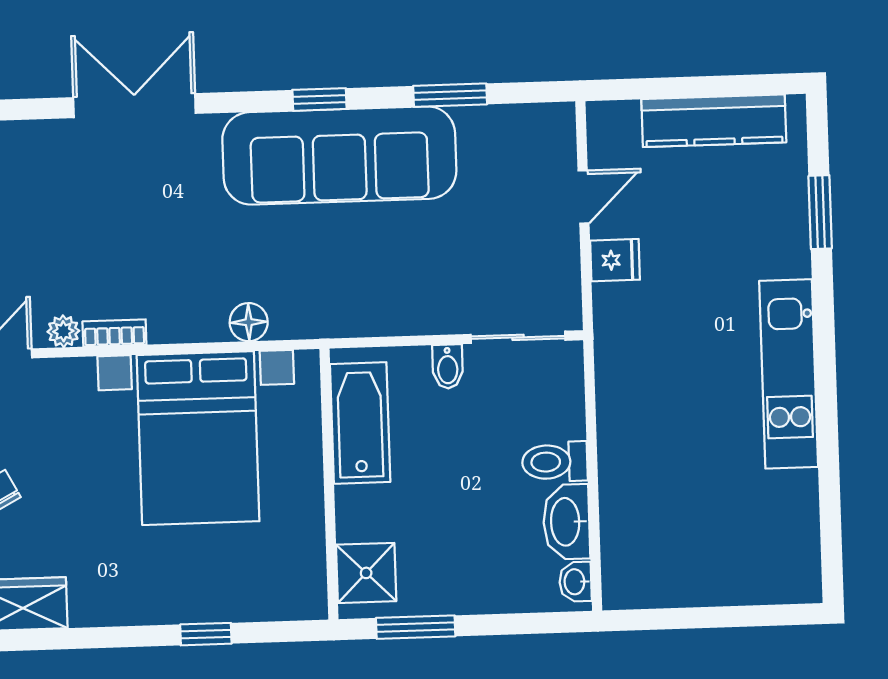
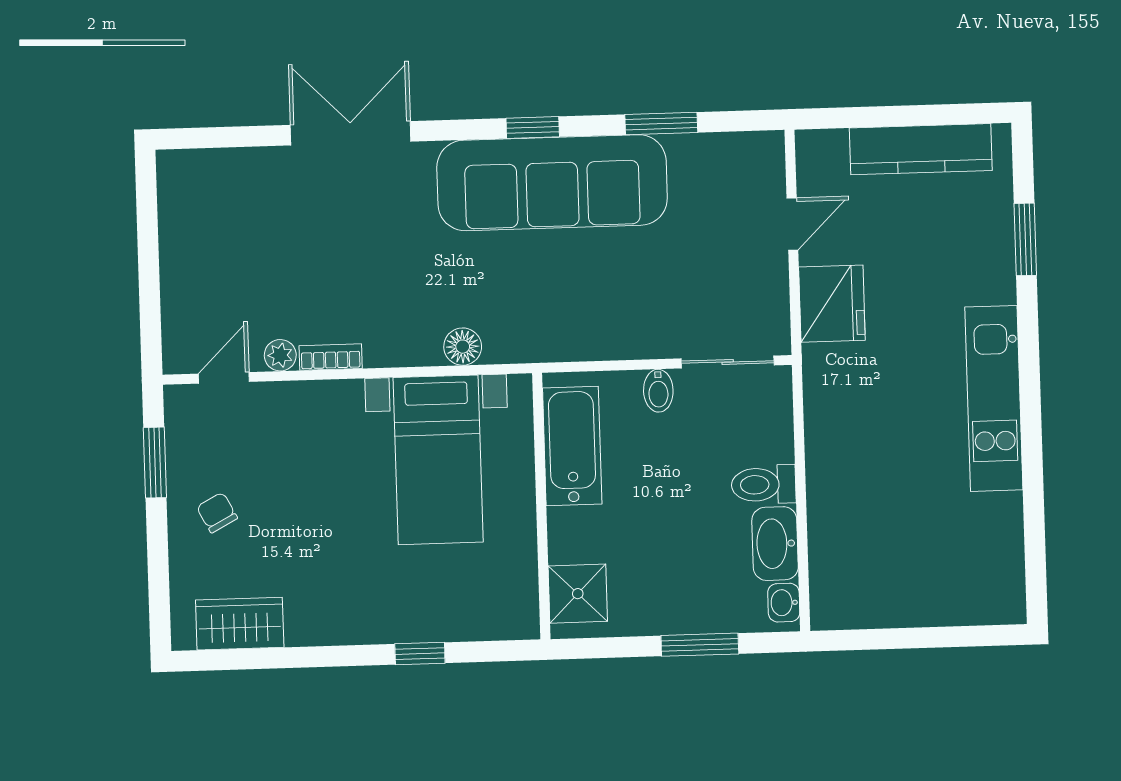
fridge: (615, 260) -> (832, 304), width x1.88, depth x1.34
bed with nightstands: (198, 438) -> (438, 460), width x0.73
window: (416, 627) -> (700, 645), moved

